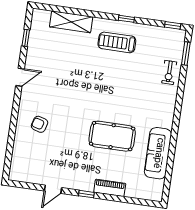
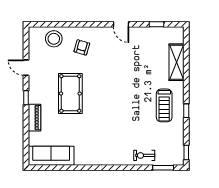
treadmill: (117, 42) -> (164, 105), turned 180
pool table: (112, 136) -> (70, 93), moved
sofa: (158, 153) -> (51, 156), moved
stool: (26, 154) -> (54, 39), added

